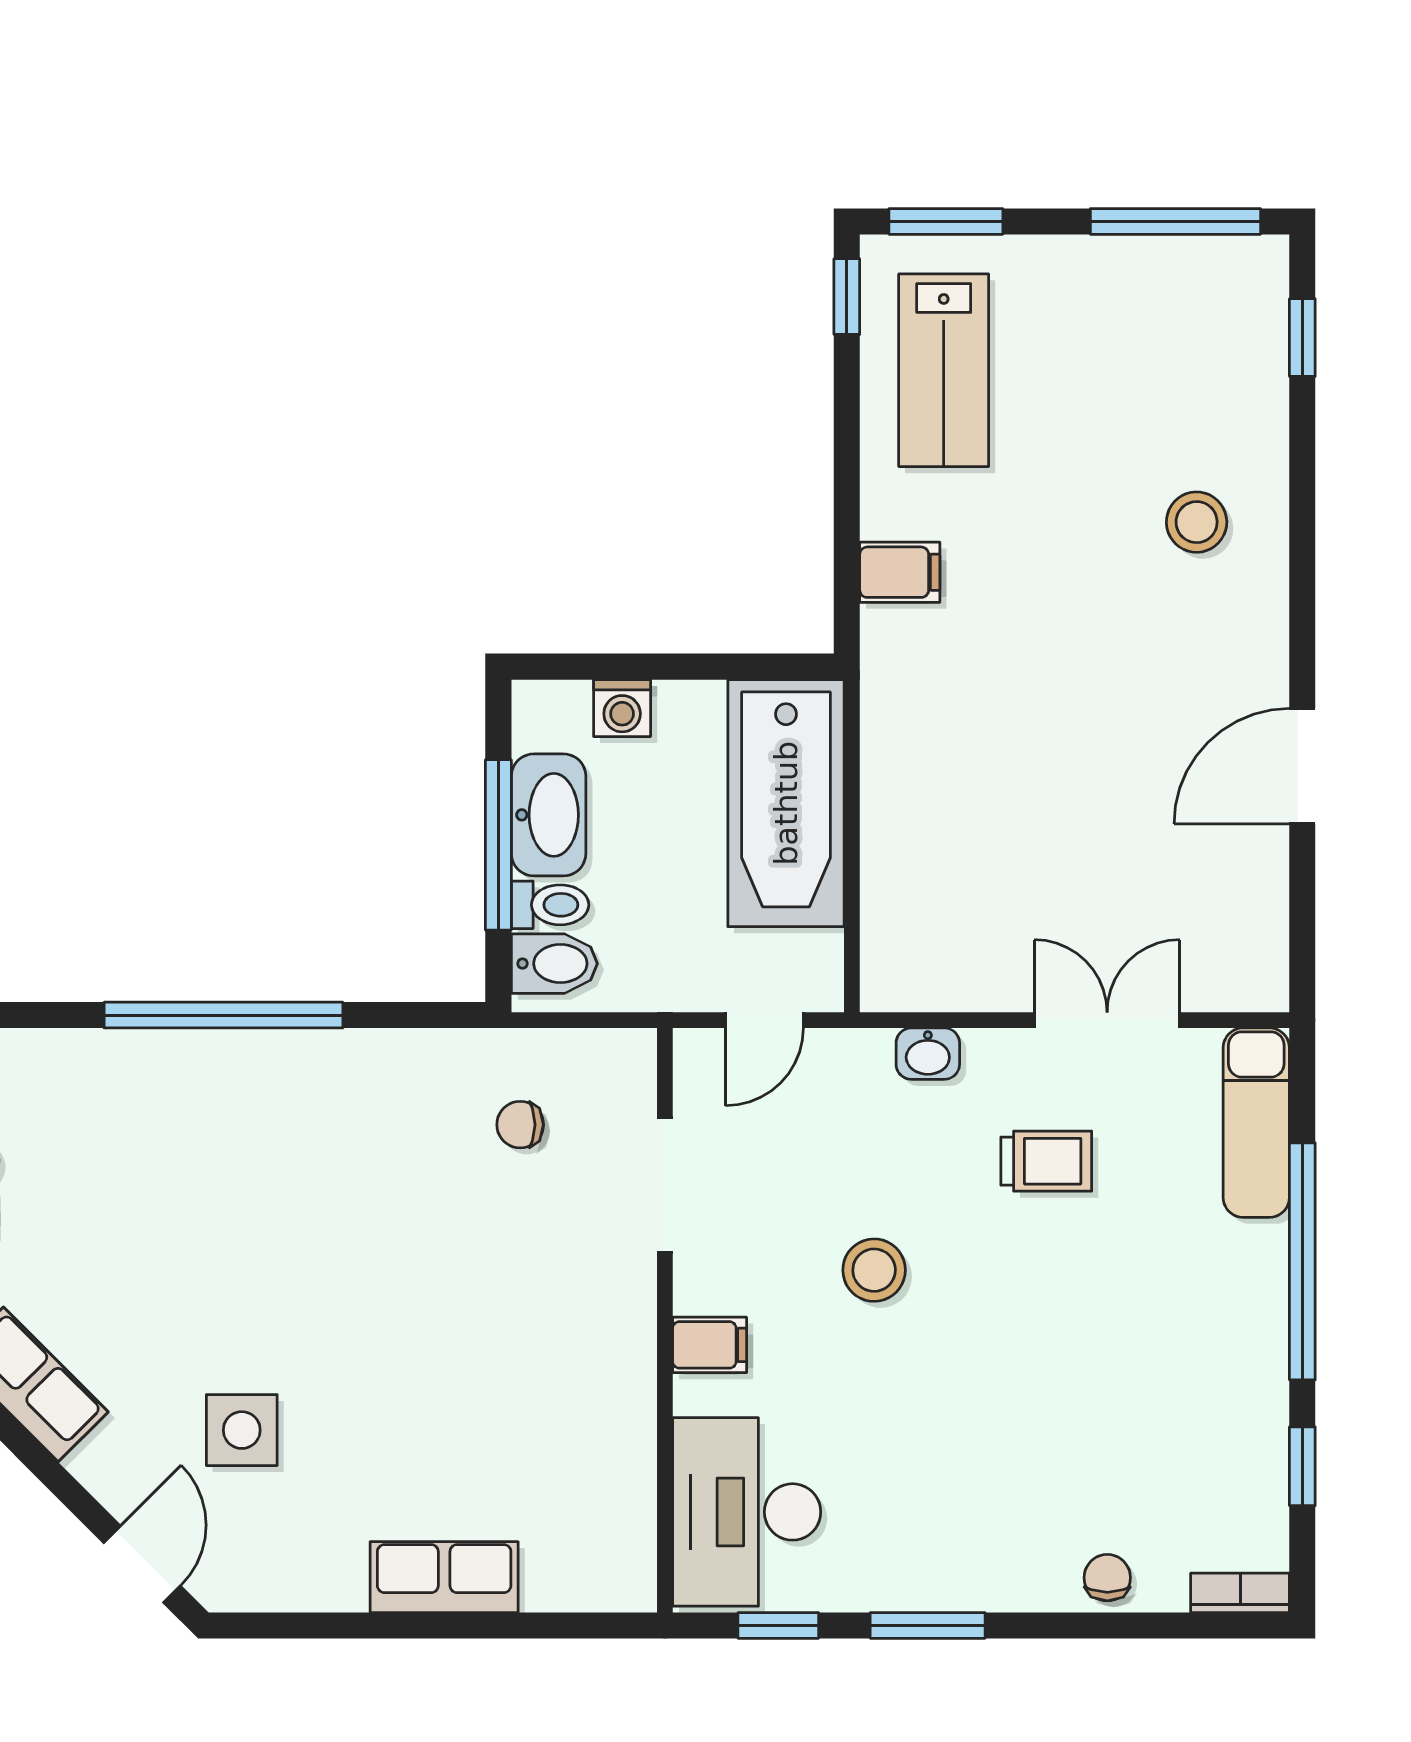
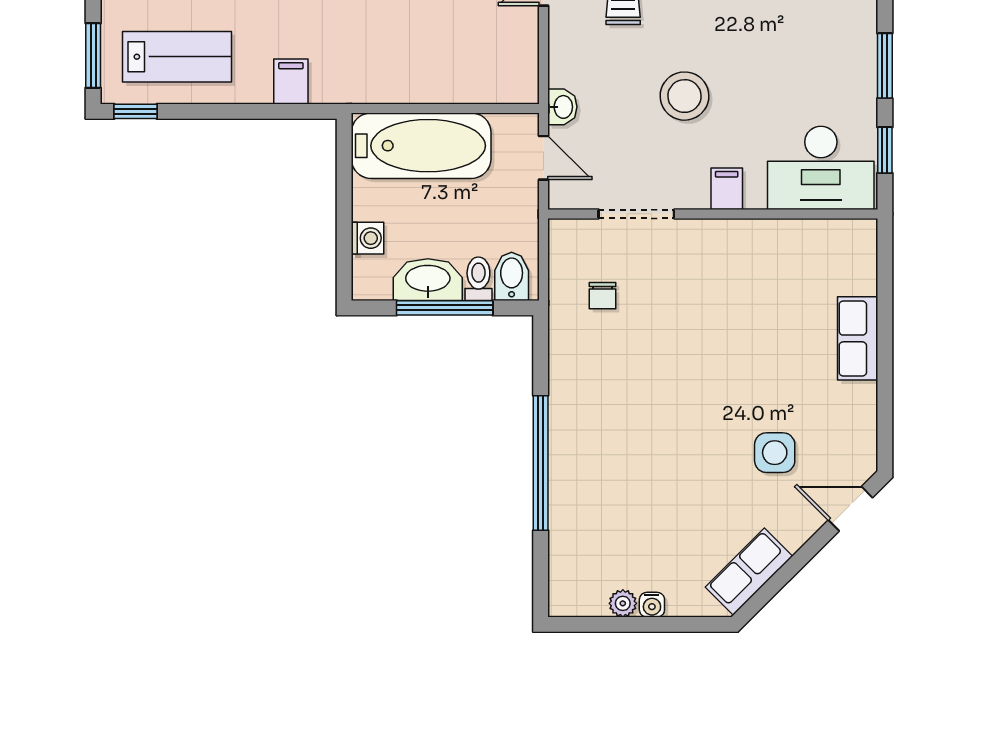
washbasin: (928, 1054) -> (562, 107), moved
stool: (874, 1270) -> (685, 96), width x1.38, depth x1.38

